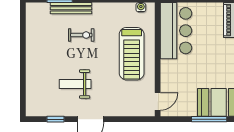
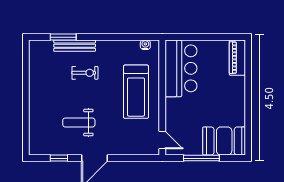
door: (158, 101) -> (162, 140), hinge flipped
window: (209, 119) -> (201, 158), moved

